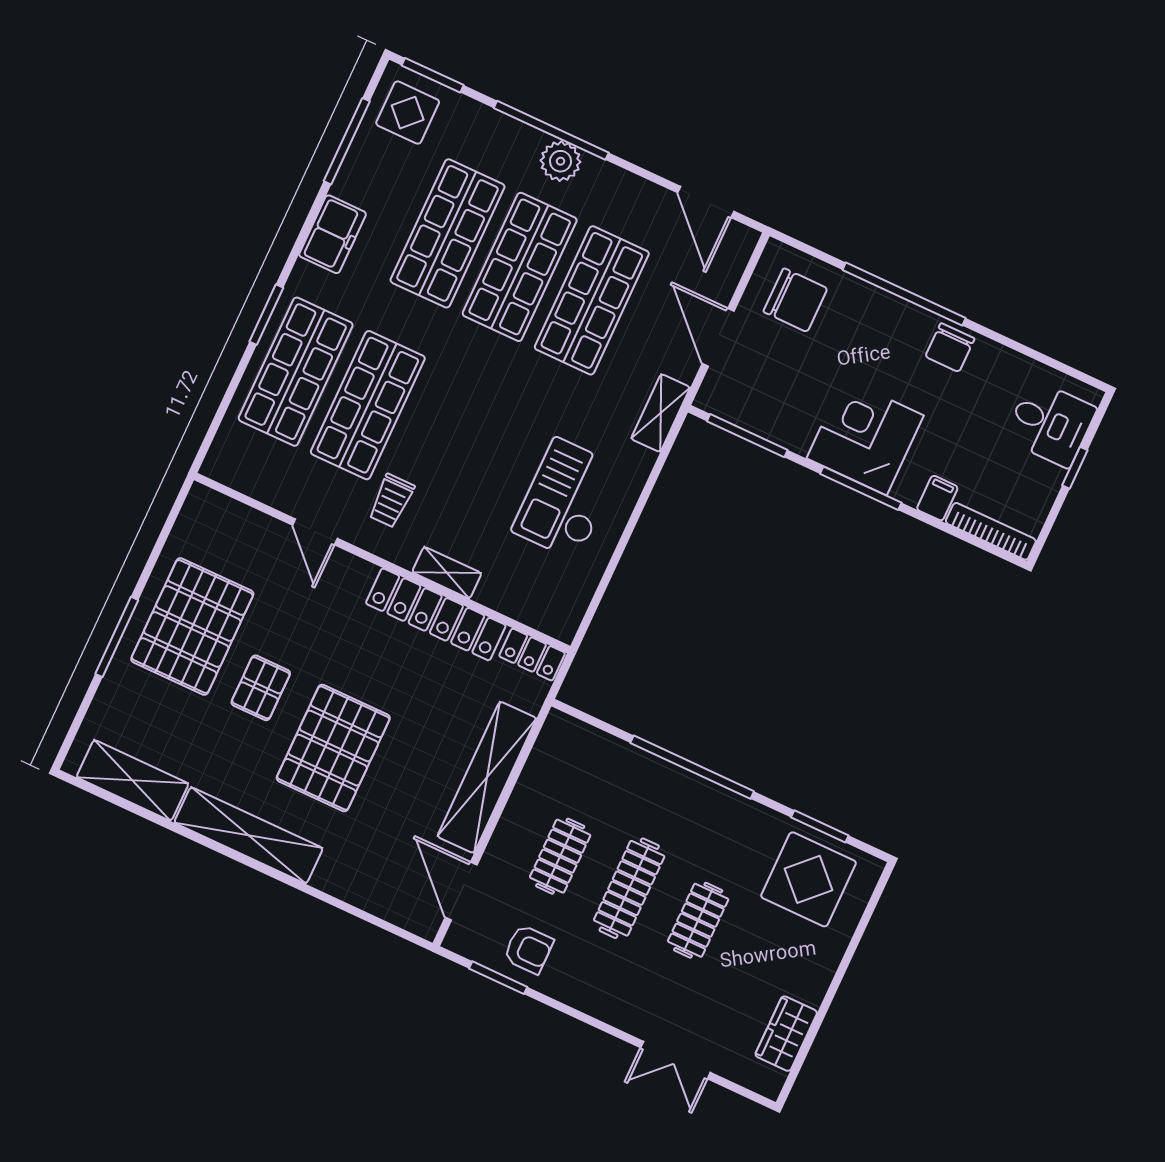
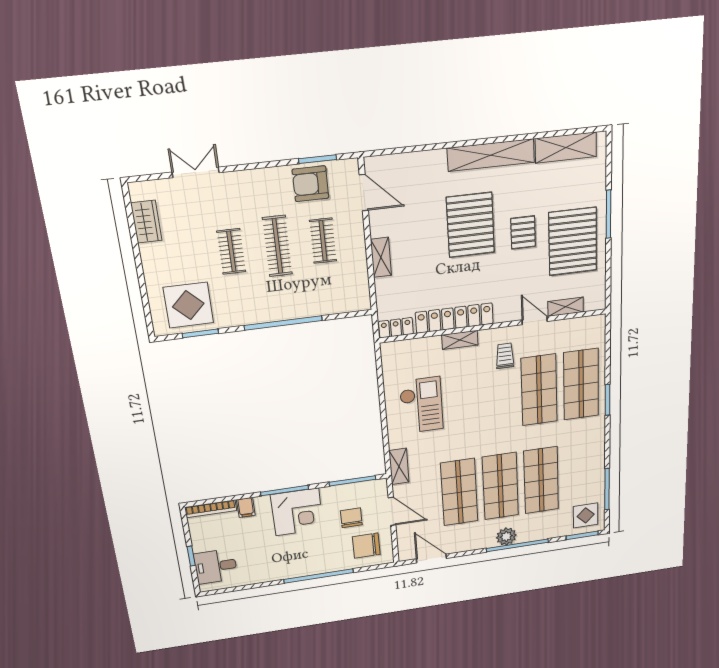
freezer: (333, 234) -> (594, 450), removed
chair: (950, 347) -> (351, 518), moved
shelving: (255, 525) -> (566, 307), added
shelving: (487, 777) -> (381, 257), width x0.45, depth x0.75
armchair: (528, 949) -> (310, 184), width x1.38, depth x1.38

